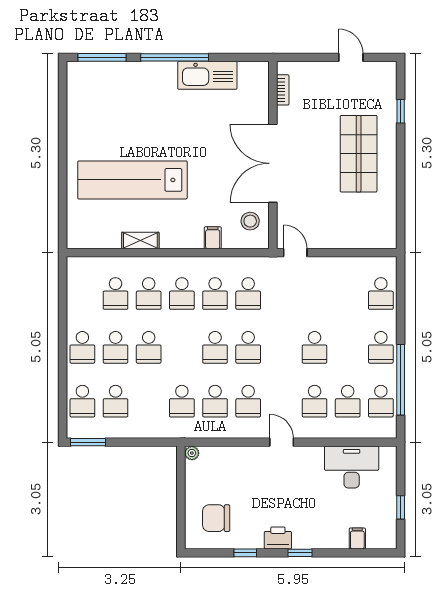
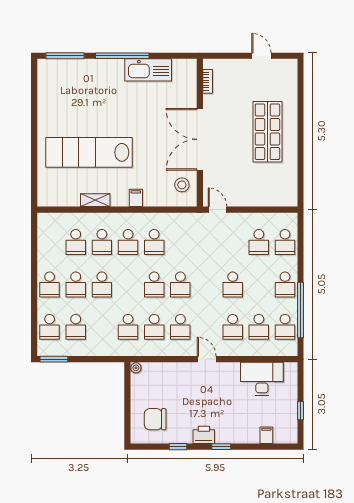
window: (401, 111) -> (301, 98), removed
filing cabinet: (213, 238) -> (136, 198), moved
school desk: (248, 294) -> (259, 242), moved

